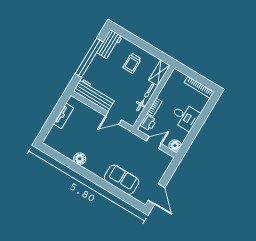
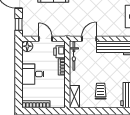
bicycle: (145, 97) -> (74, 56), moved
door: (154, 142) -> (45, 39), swing flipped
window: (171, 171) -> (19, 24), added

